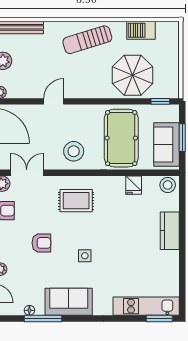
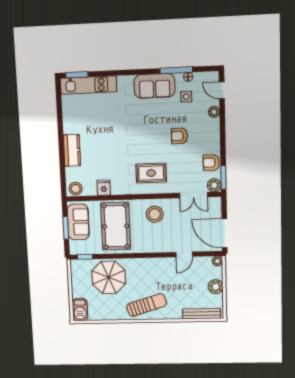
barbecue: (141, 30) -> (80, 310), moved, turned 90
door: (54, 101) -> (184, 254), moved
side table: (85, 256) -> (186, 97), moved

